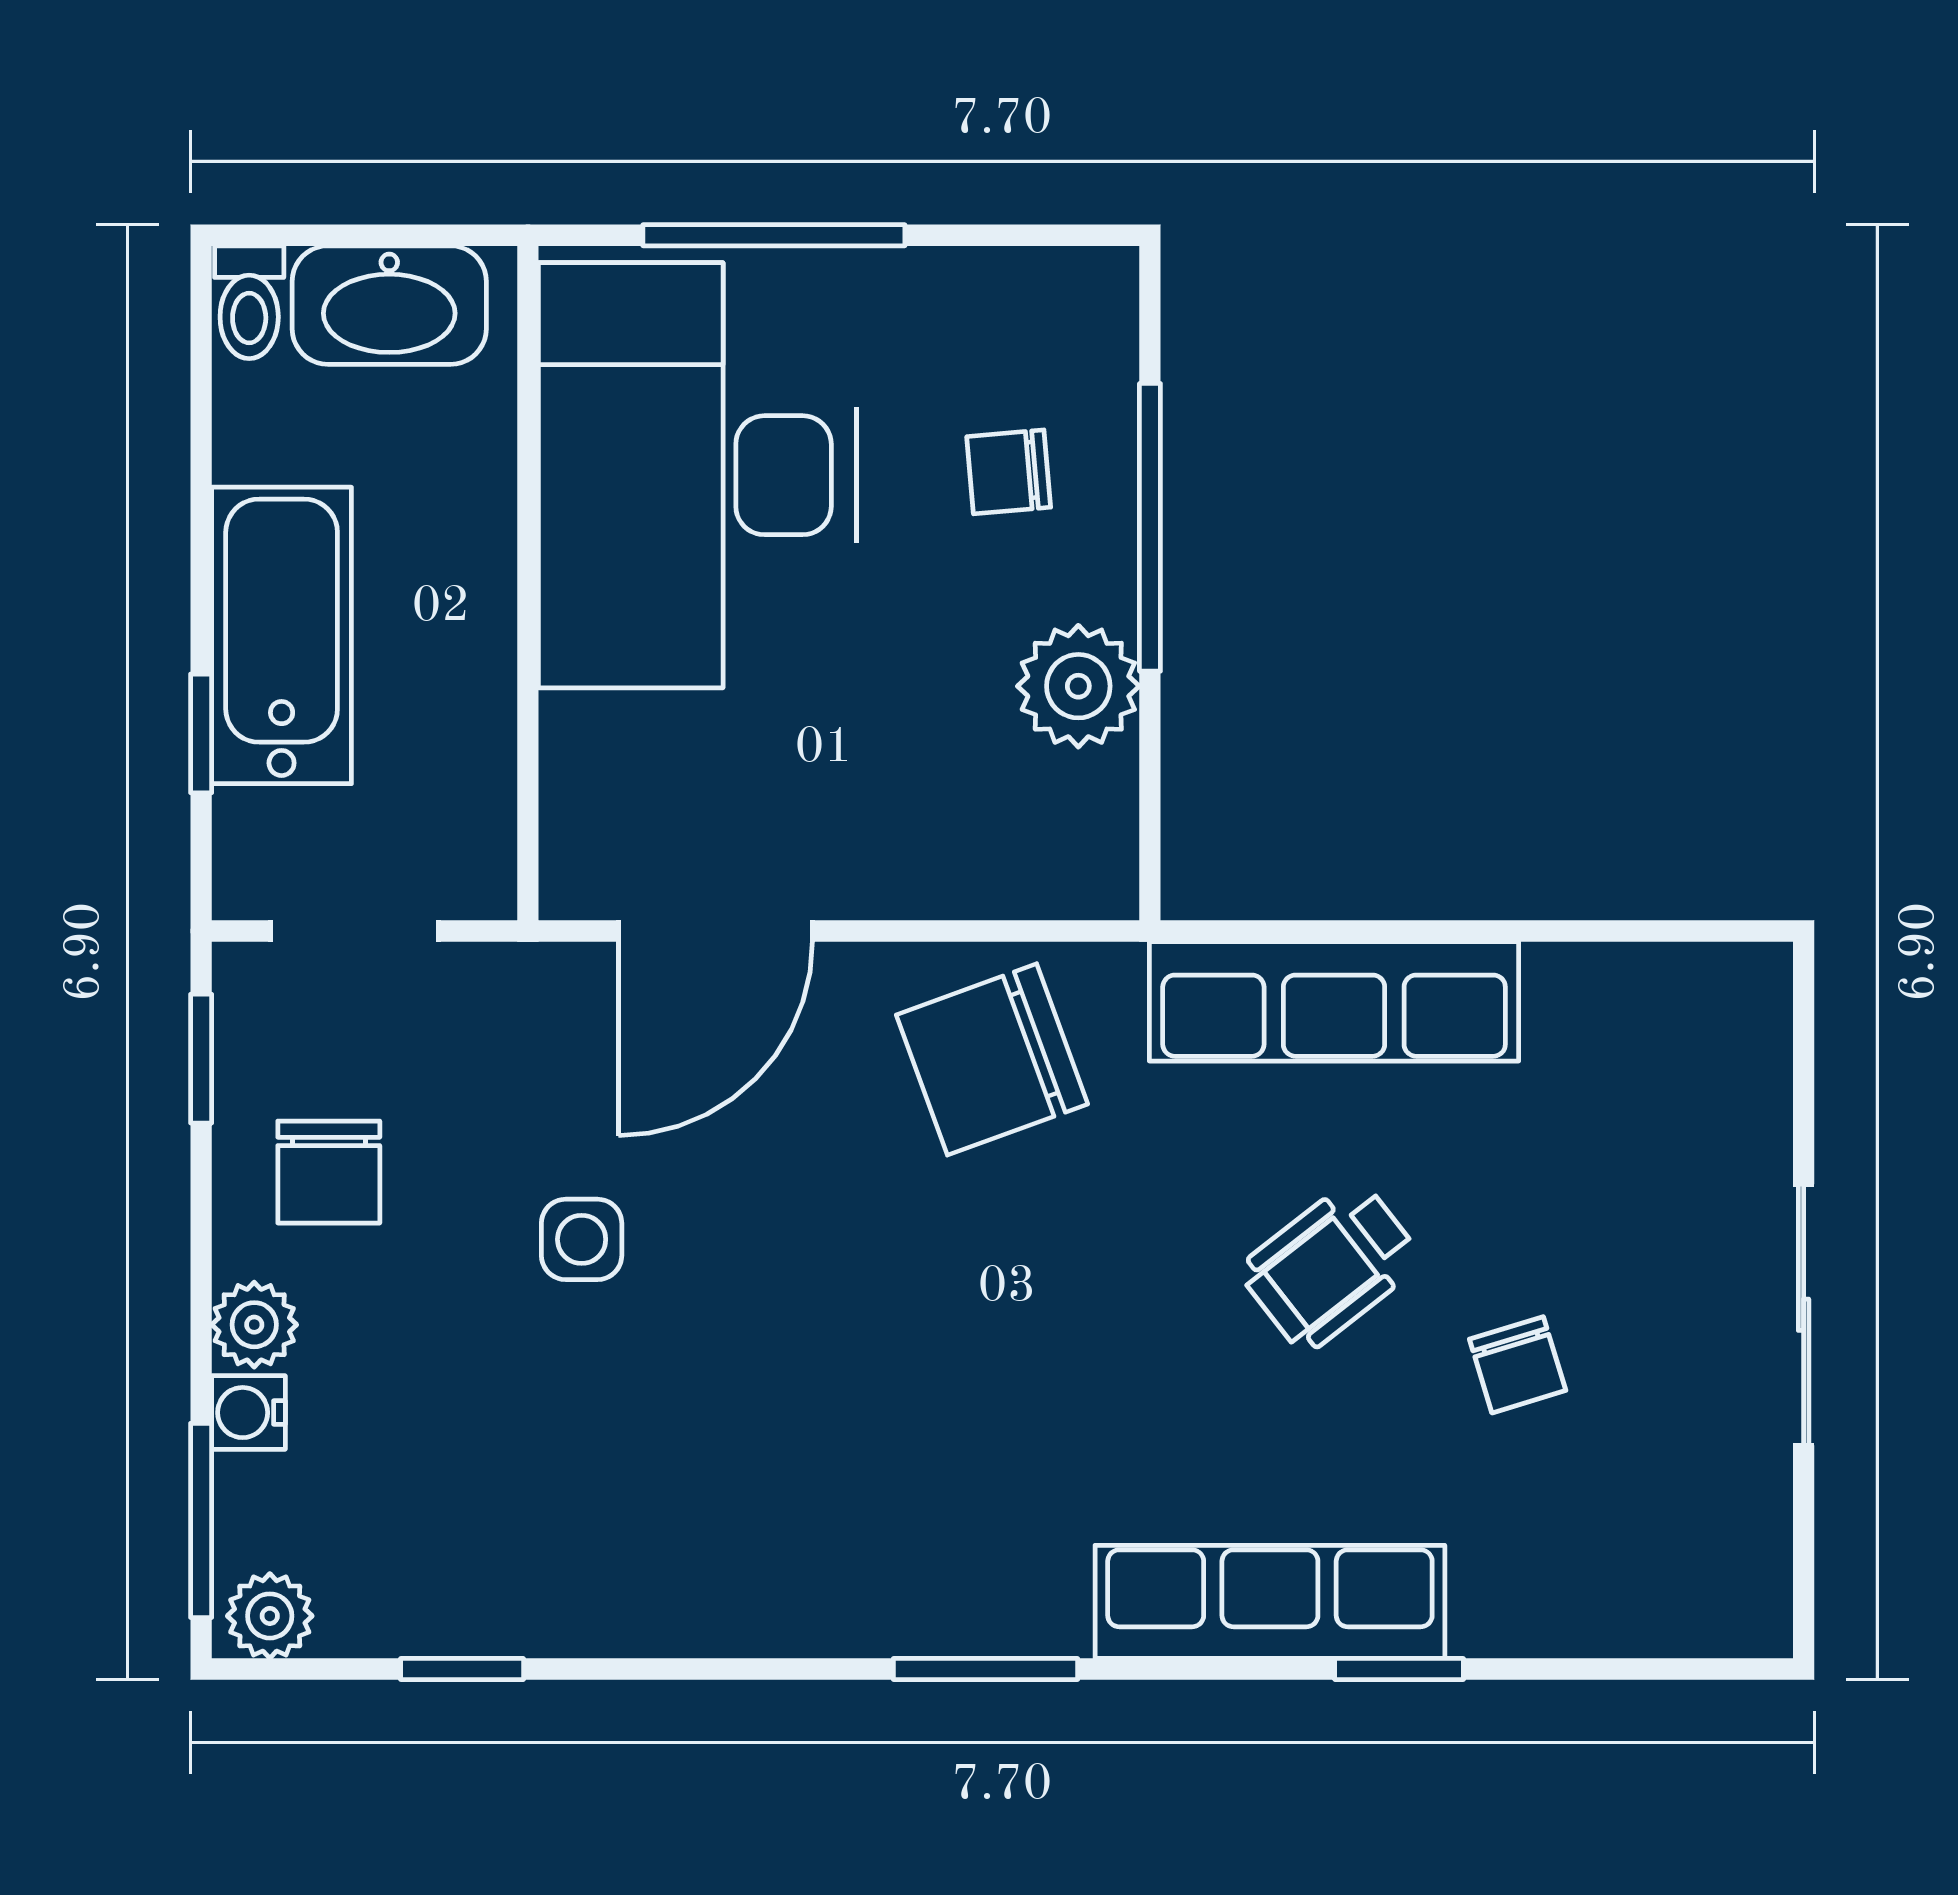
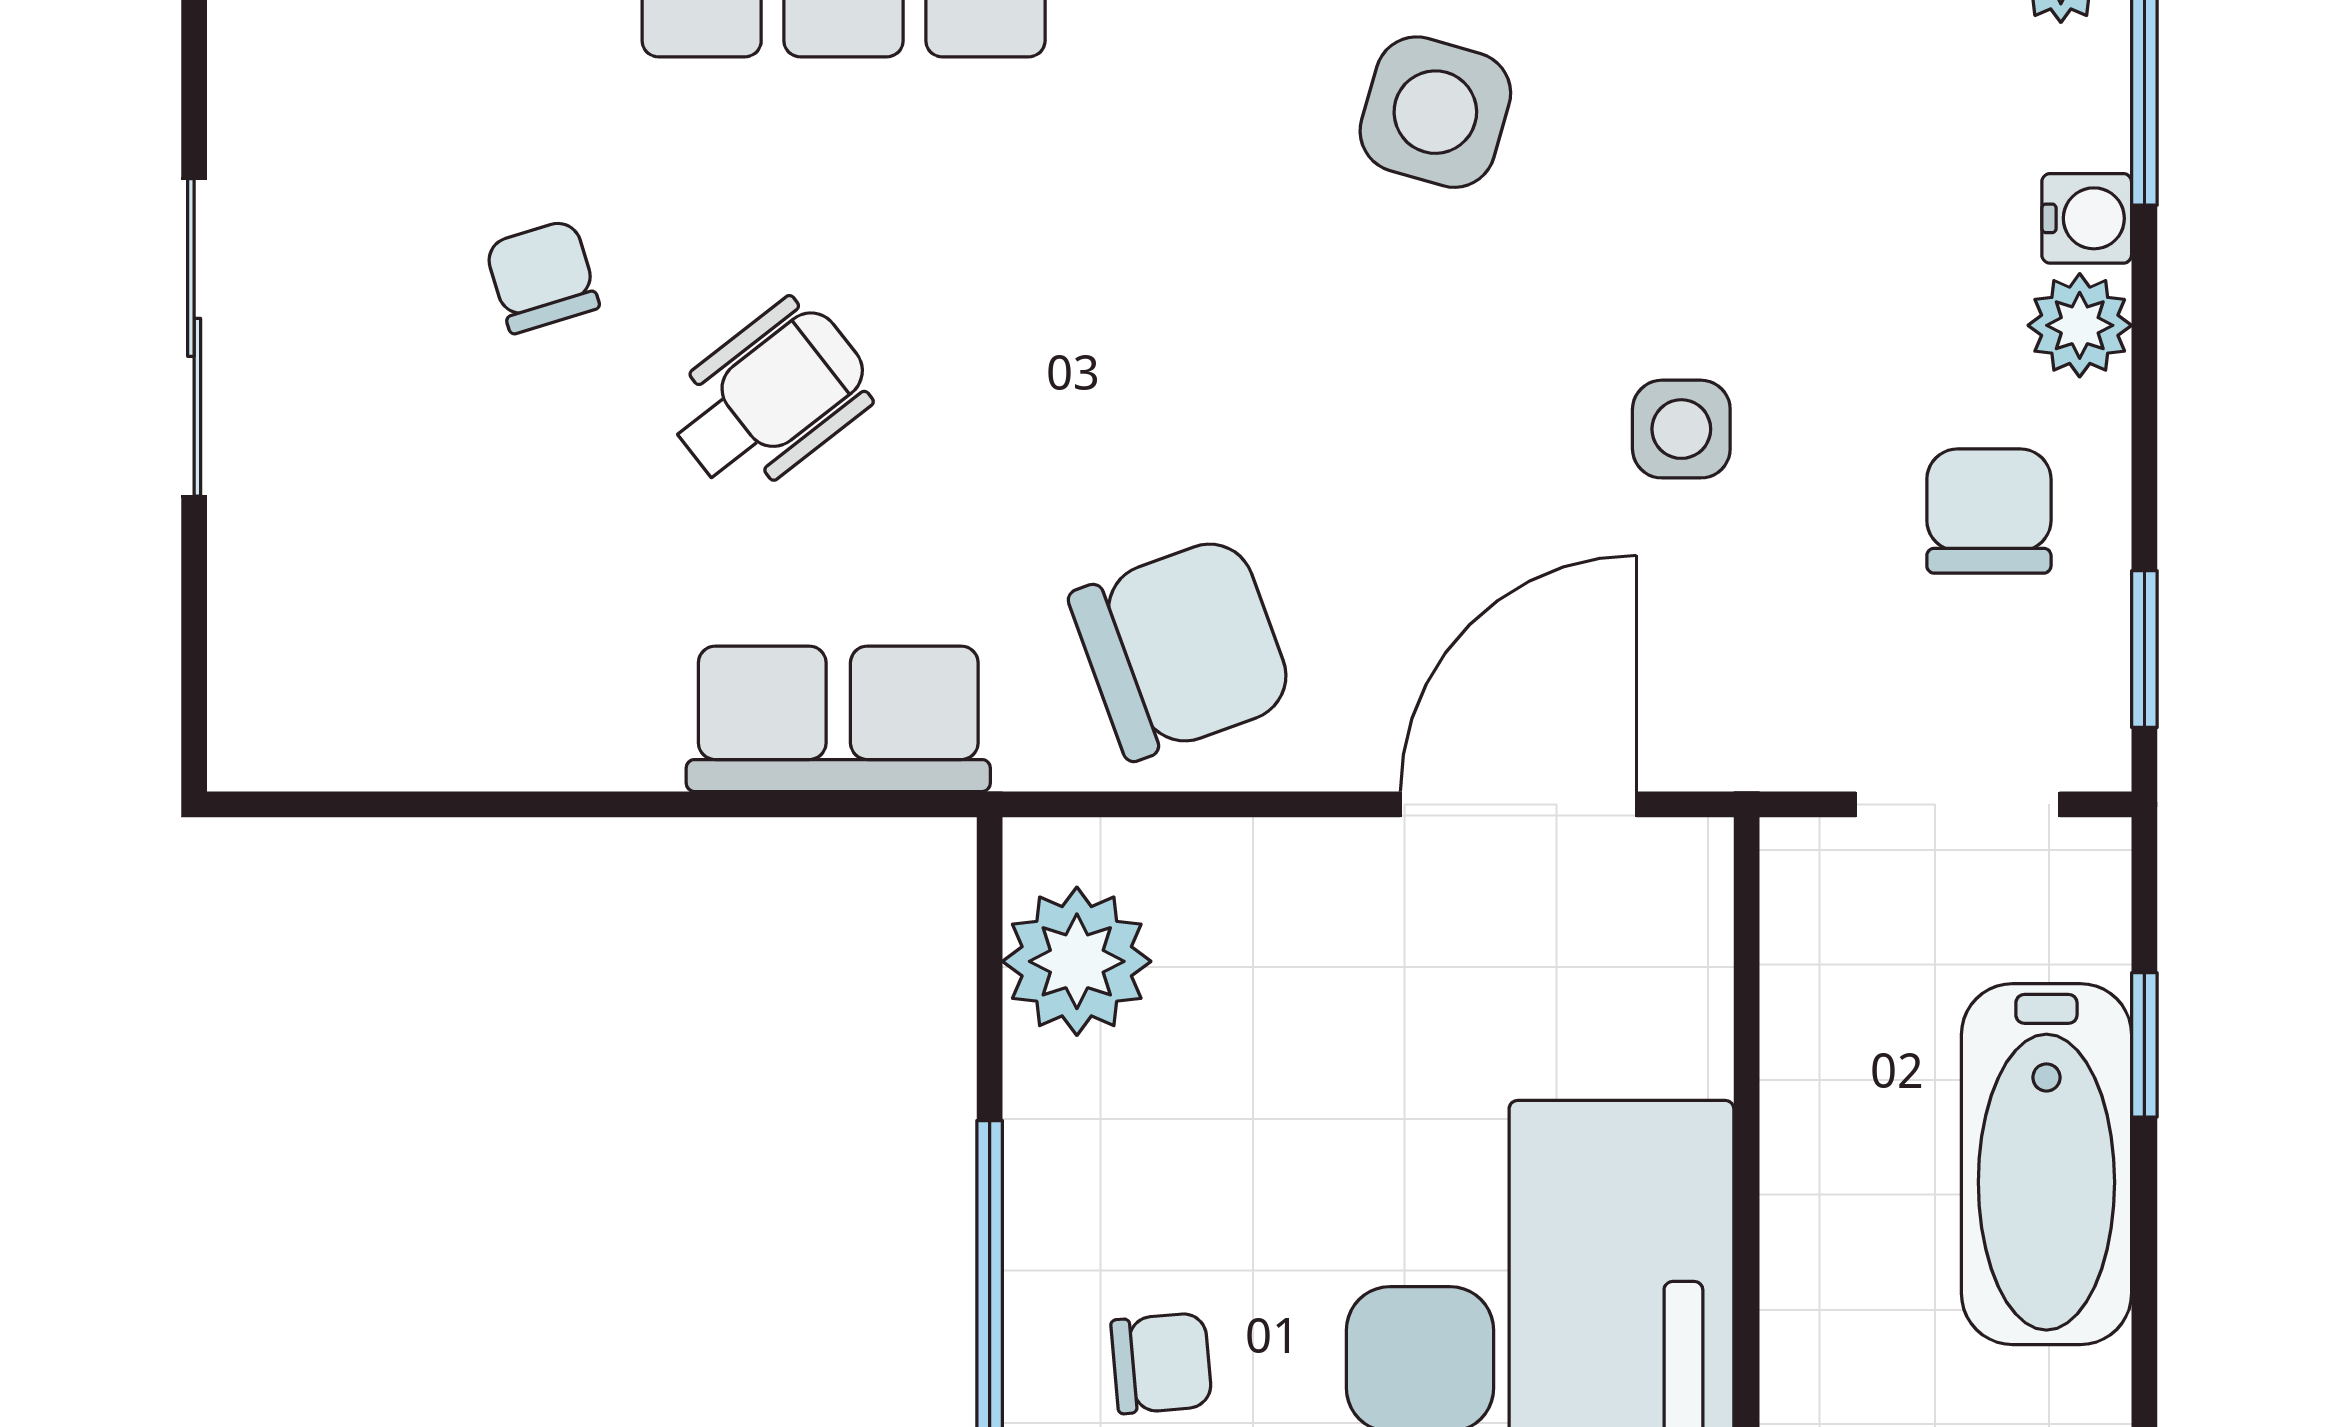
plant: (1078, 686) -> (1077, 961), moved
row of seats: (1334, 1001) -> (838, 719), width x0.68
side table: (784, 1500) -> (1435, 112), added

